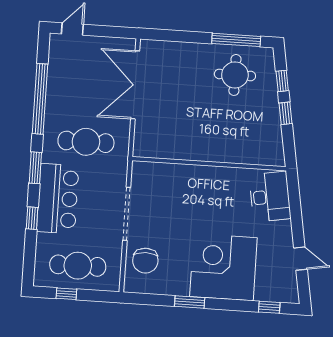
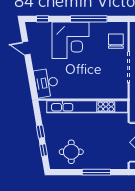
window: (236, 40) -> (96, 172), moved
kitchen unit: (202, 151) -> (87, 107), added
window: (190, 302) -> (89, 19), width x2.11

